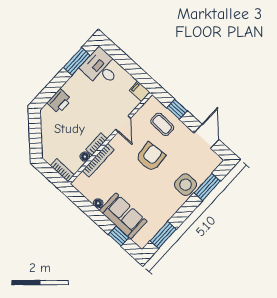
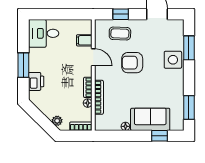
window: (77, 61) -> (23, 65), moved
filing cabinet: (140, 91) -> (84, 40), moved
plant: (47, 148) -> (57, 121), added
armchair: (151, 157) -> (132, 63), turned -85

